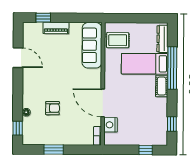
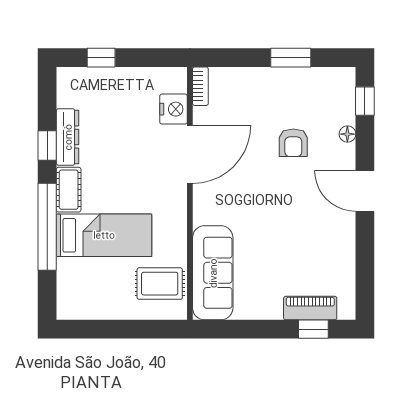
piano: (56, 28) -> (310, 308), moved
dresser: (162, 39) -> (68, 137), moved
door: (18, 58) -> (365, 191), moved
door: (103, 103) -> (190, 154), hinge flipped
armchair: (53, 108) -> (293, 143), turned -90
window: (172, 124) -> (47, 145), moved

